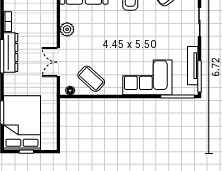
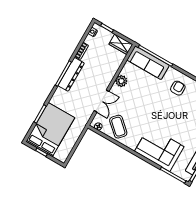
double door: (58, 62) -> (102, 101), swing flipped

